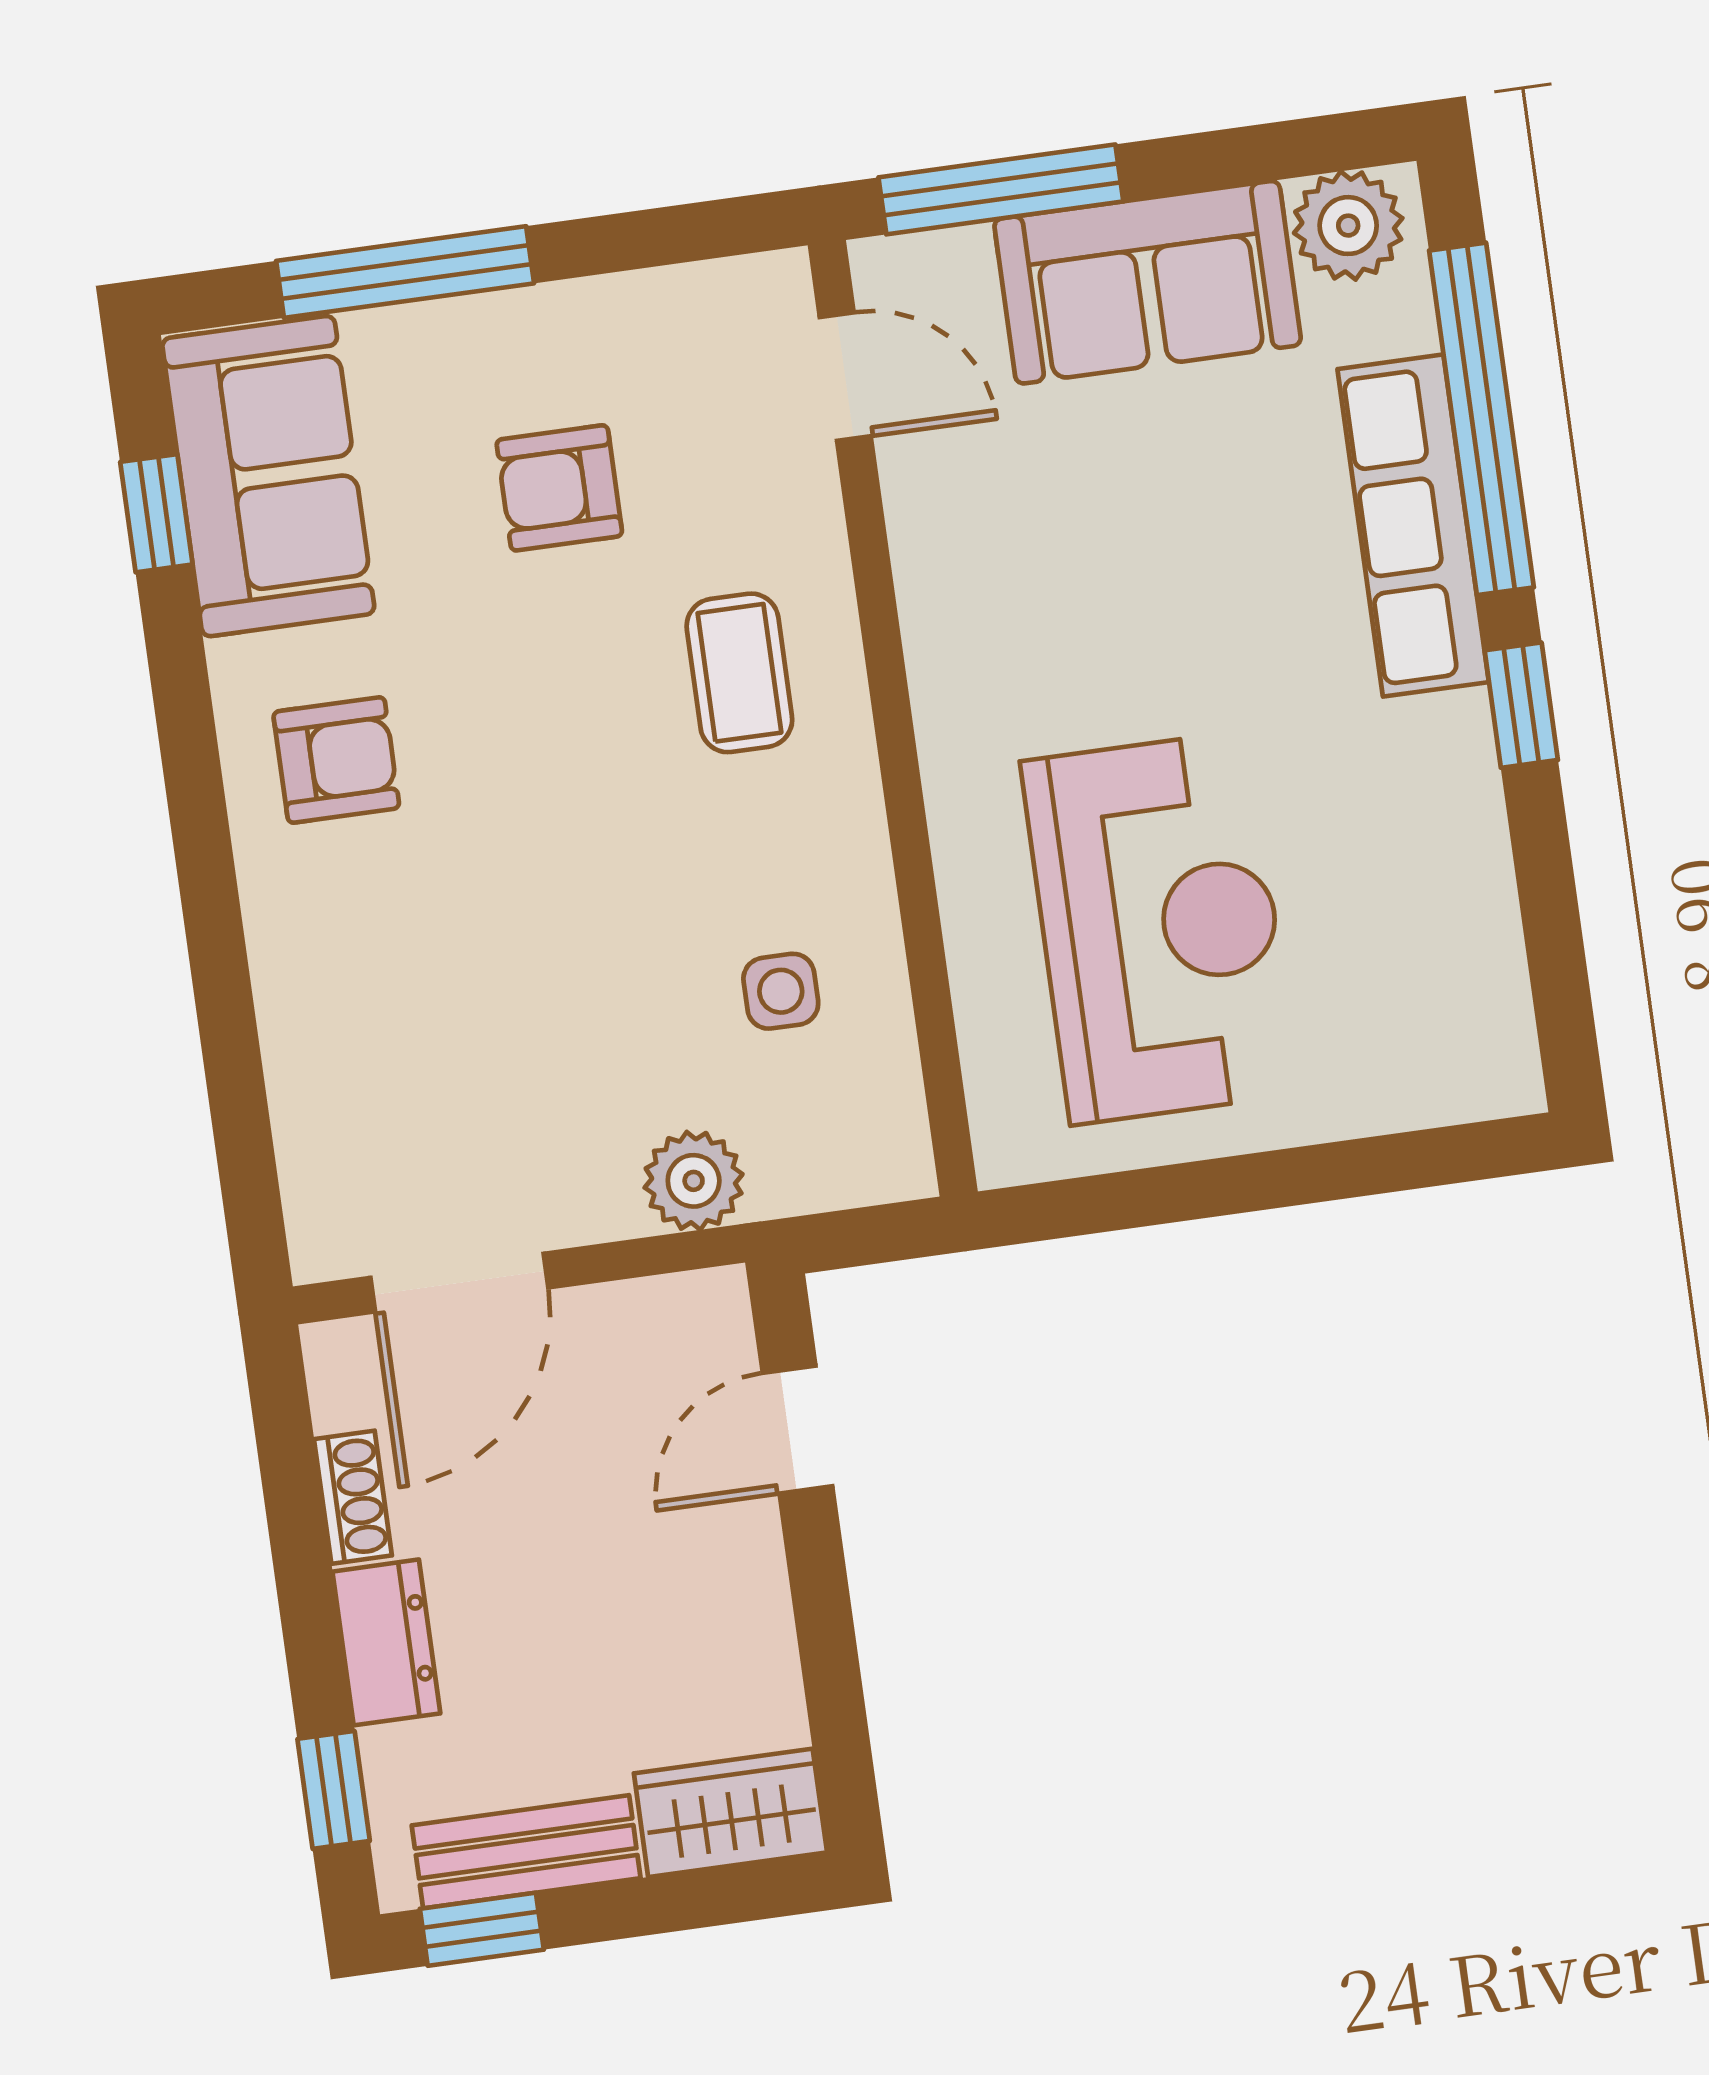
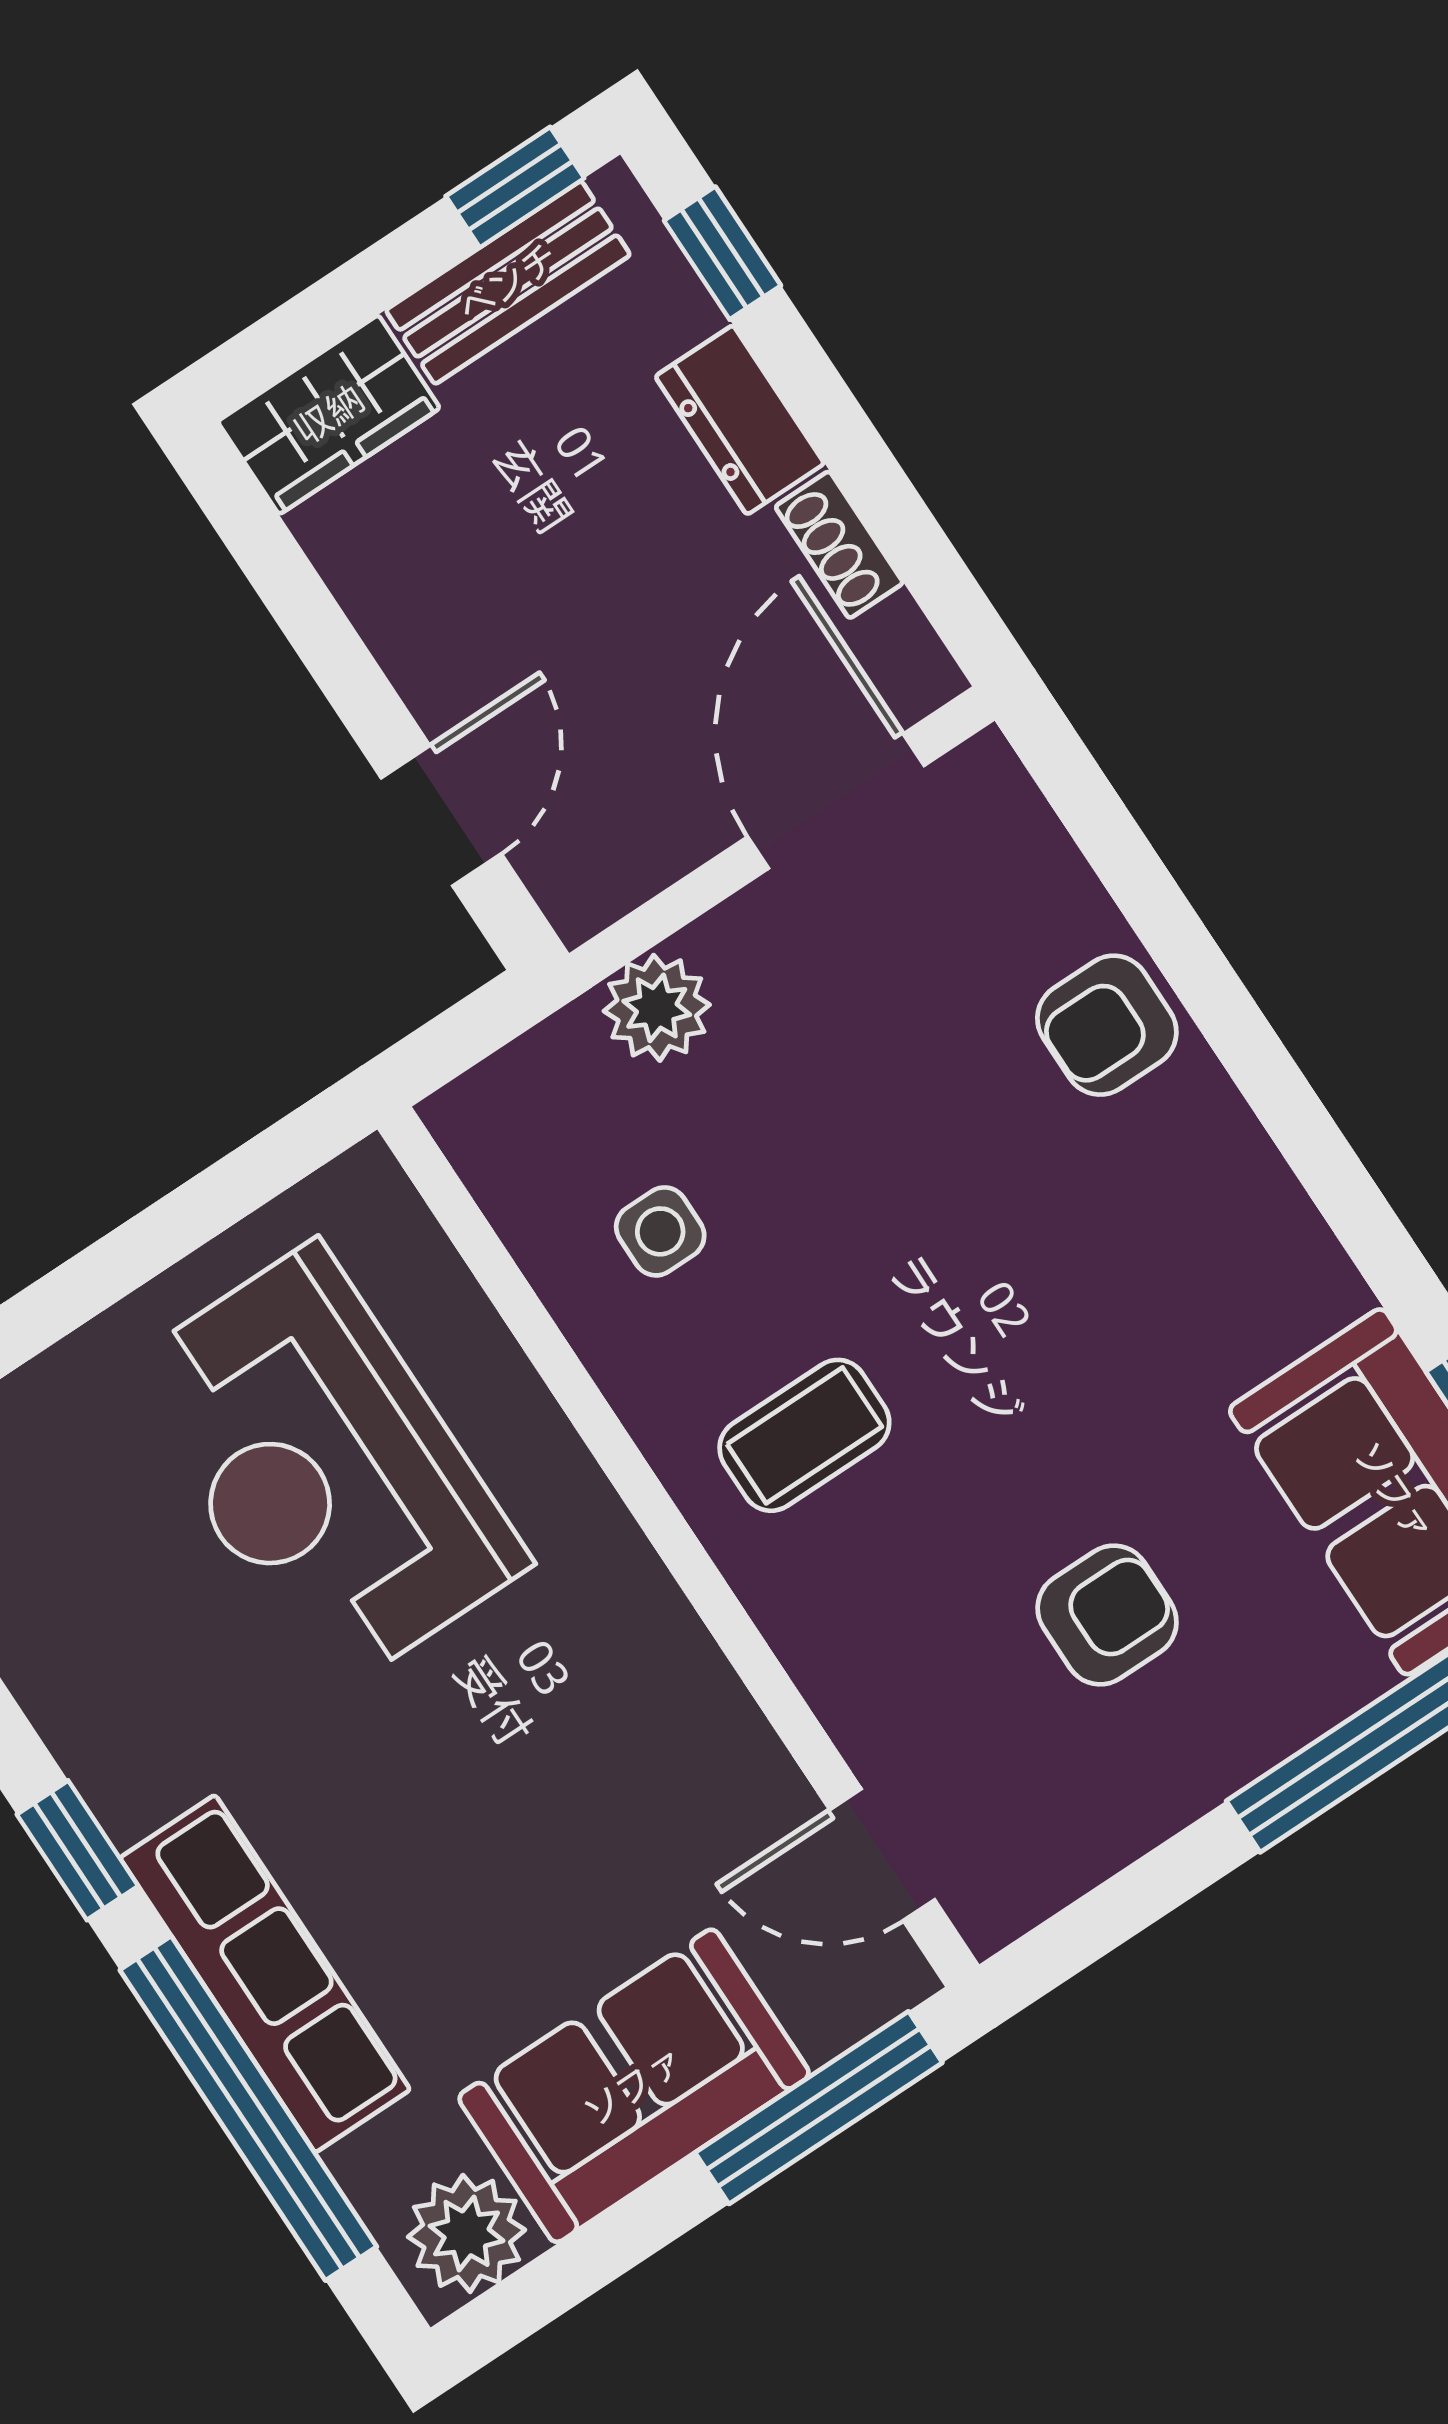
coffee table: (739, 673) -> (804, 1435), moved, turned 90
armchair: (336, 760) -> (1107, 1025), moved

